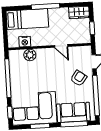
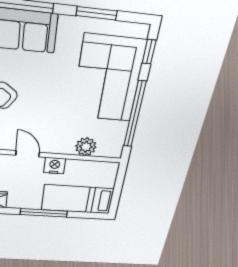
nightstand: (25, 42) -> (55, 166), moved
corner sofa: (34, 108) -> (108, 79), moved, turned 90

